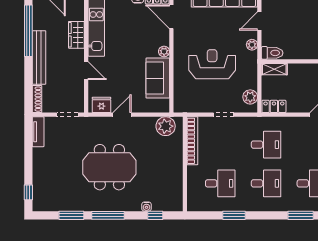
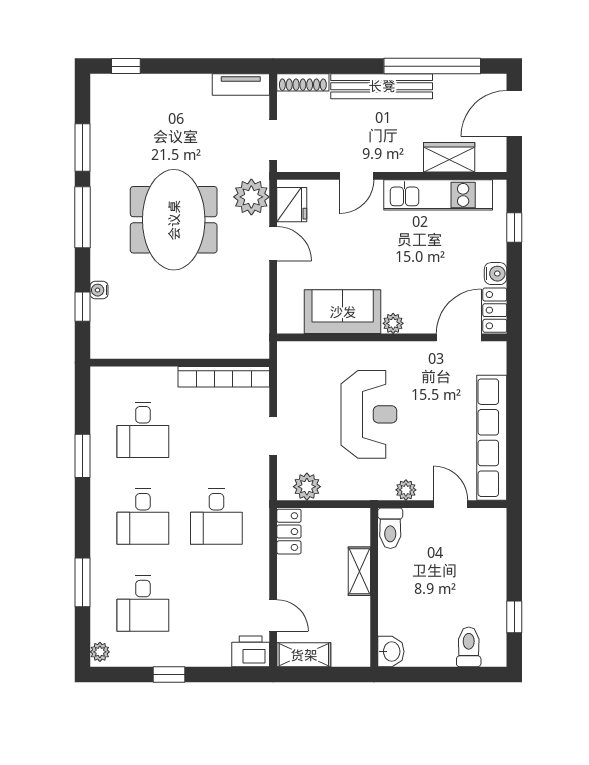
wardrobe: (76, 35) -> (449, 157), moved
shelving: (274, 69) -> (359, 571), moved
plant: (166, 126) -> (251, 197), moved

